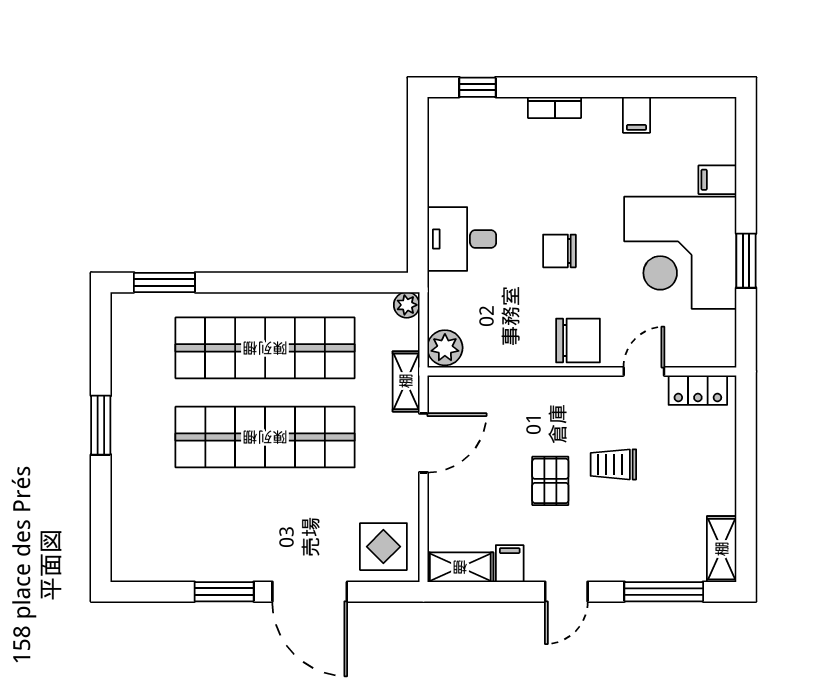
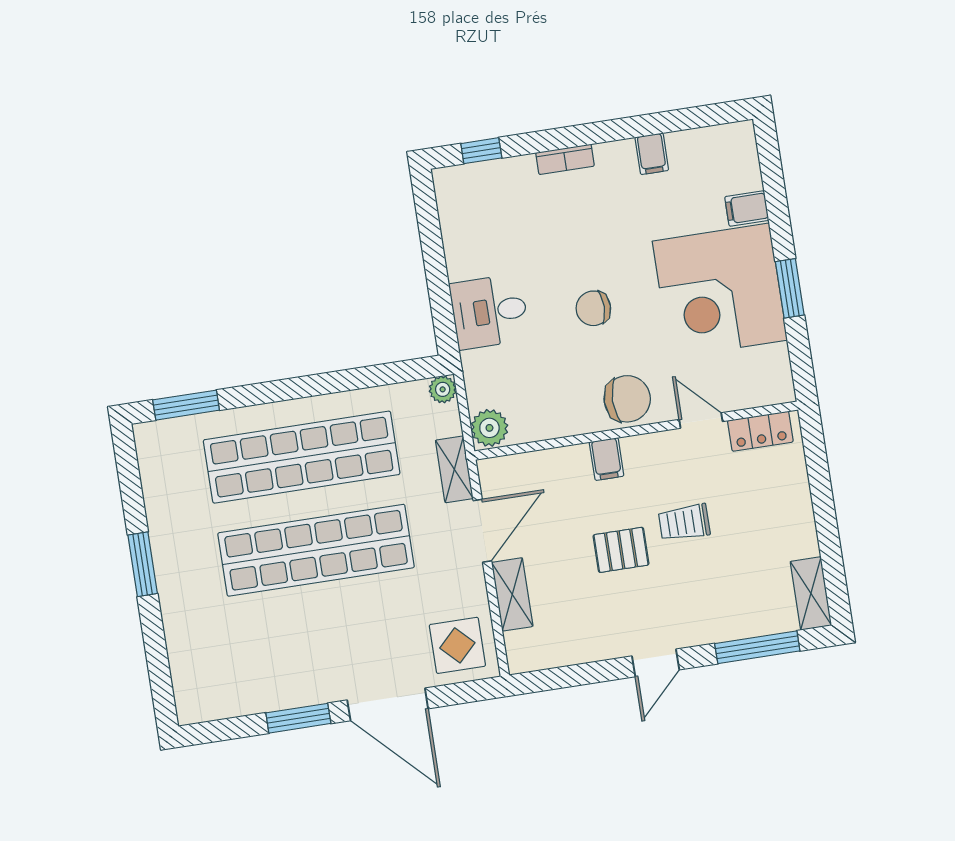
door: (644, 371) -> (701, 421), hinge flipped
pallet: (550, 481) -> (621, 550), turned 90
filing cabinet: (510, 564) -> (607, 459), moved, turned 180
shelving: (460, 567) -> (512, 594), moved, turned 90

